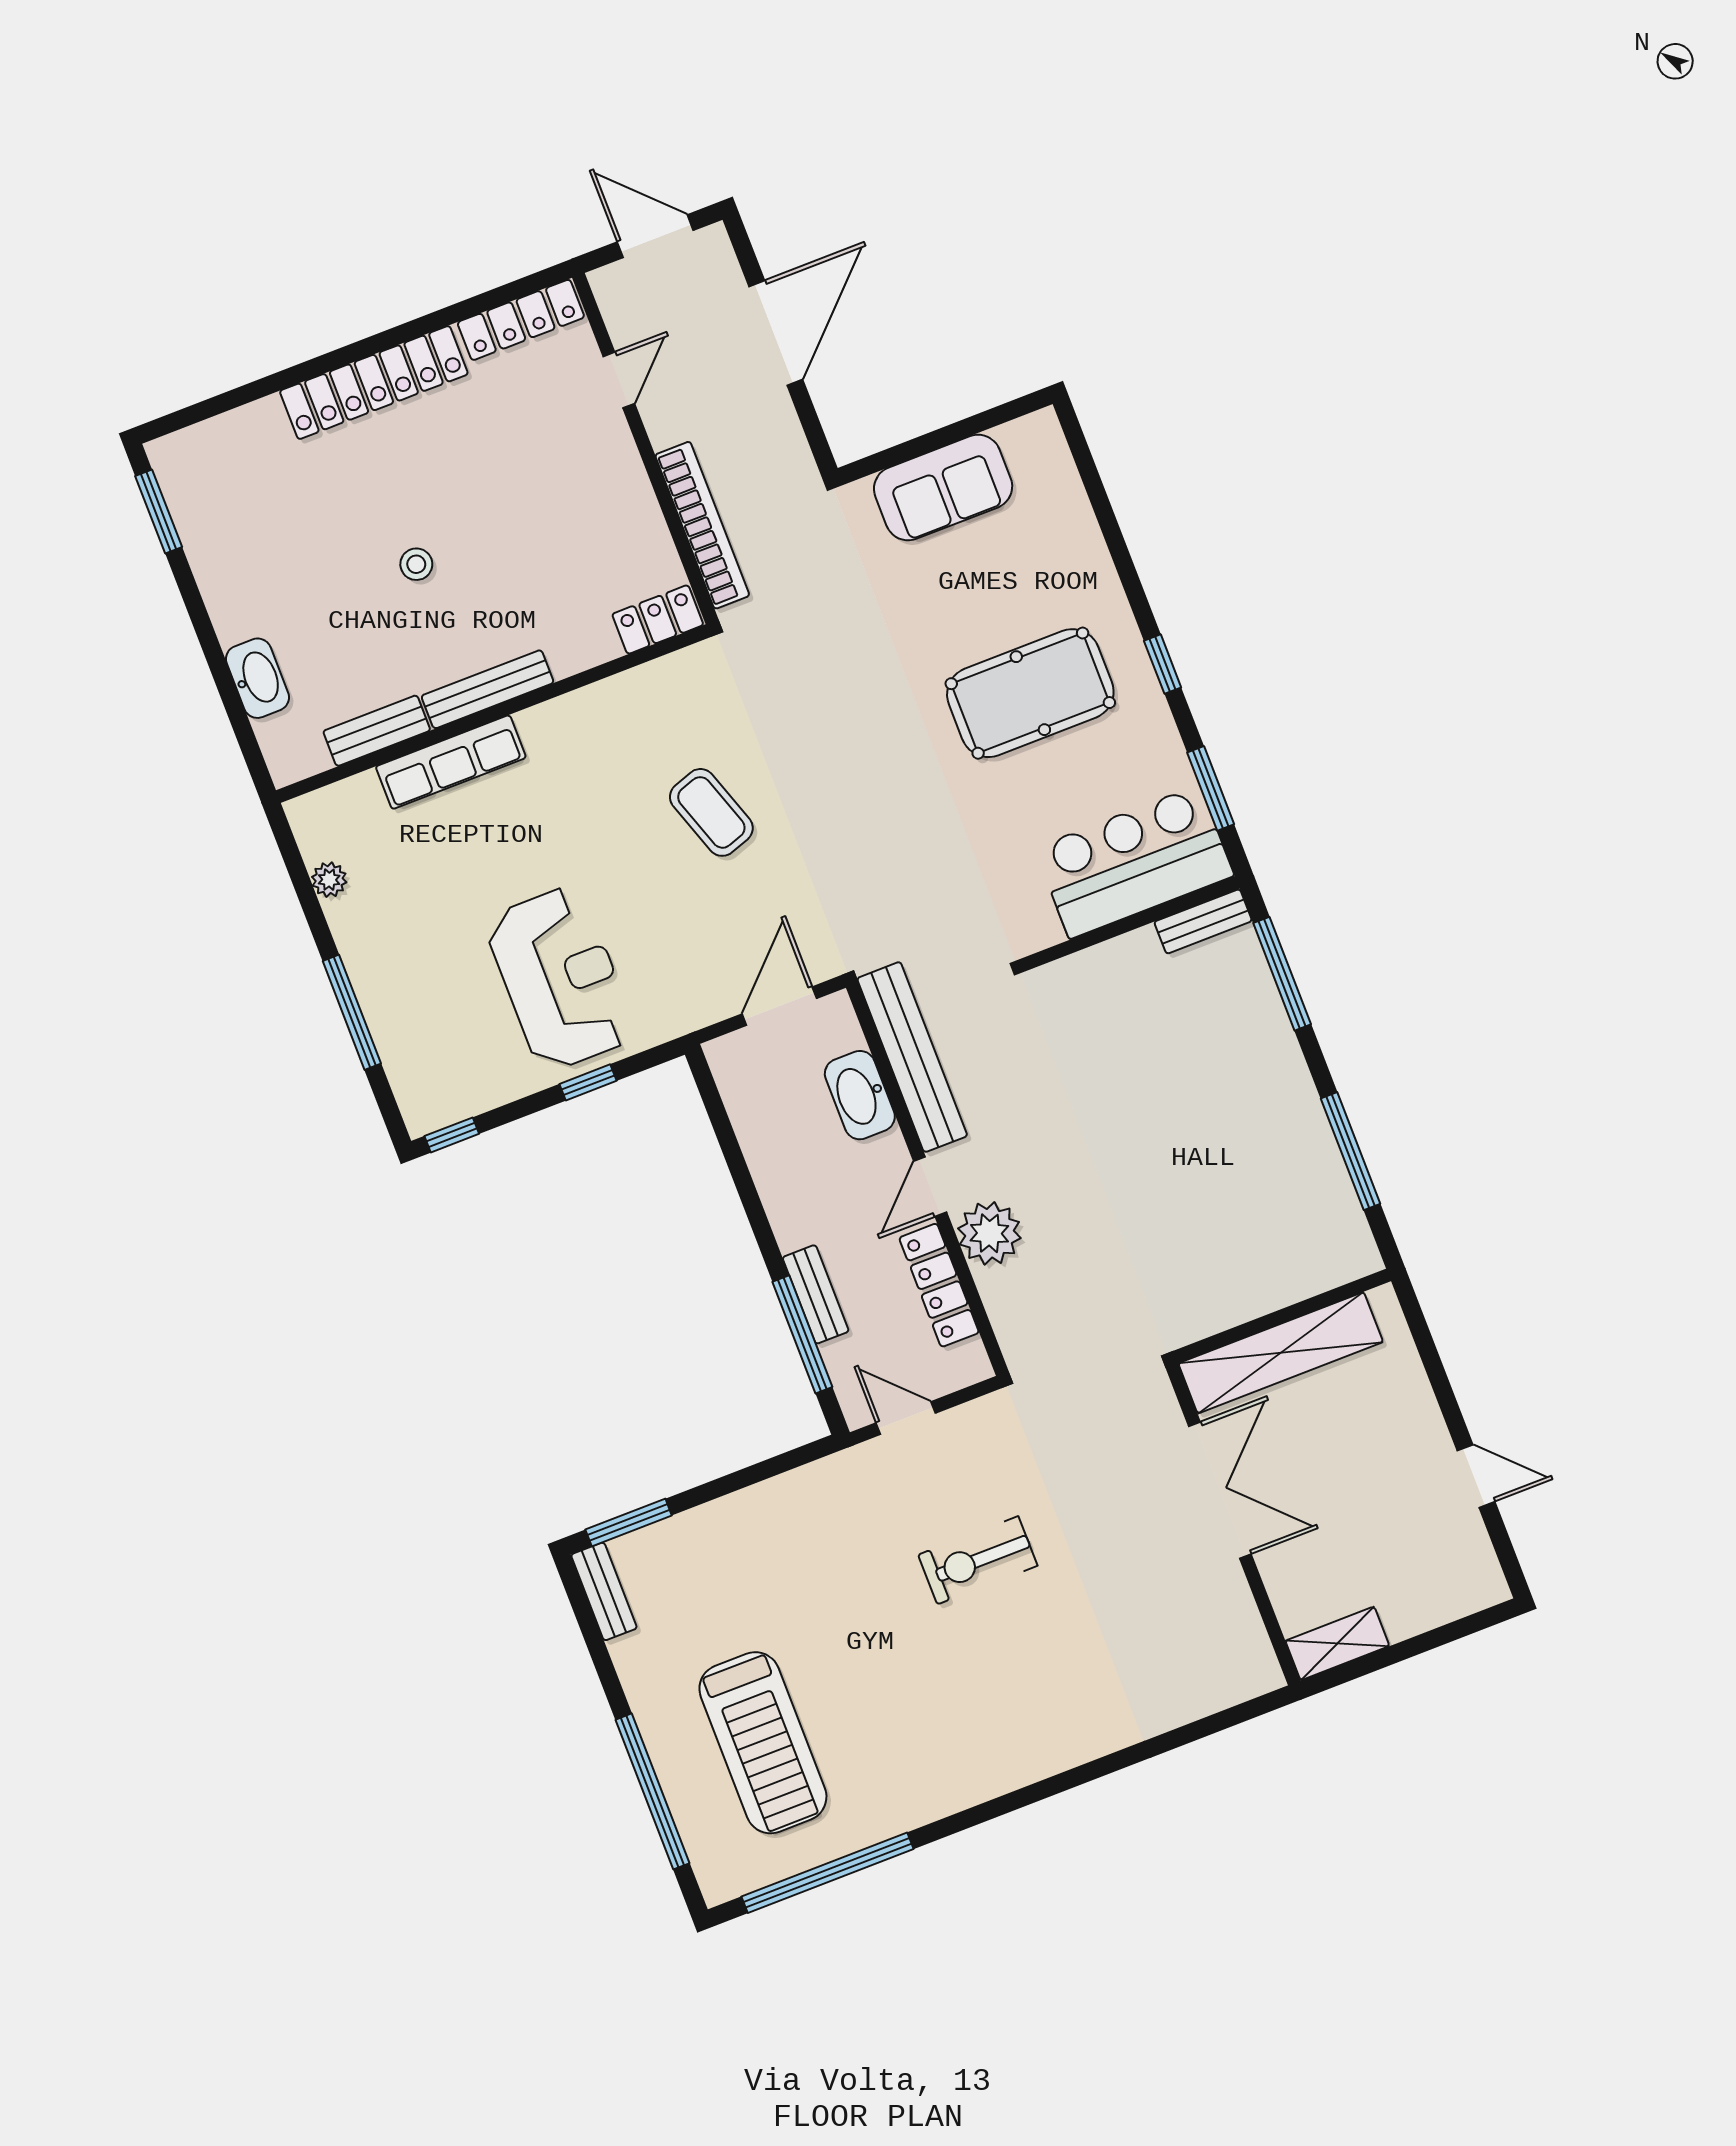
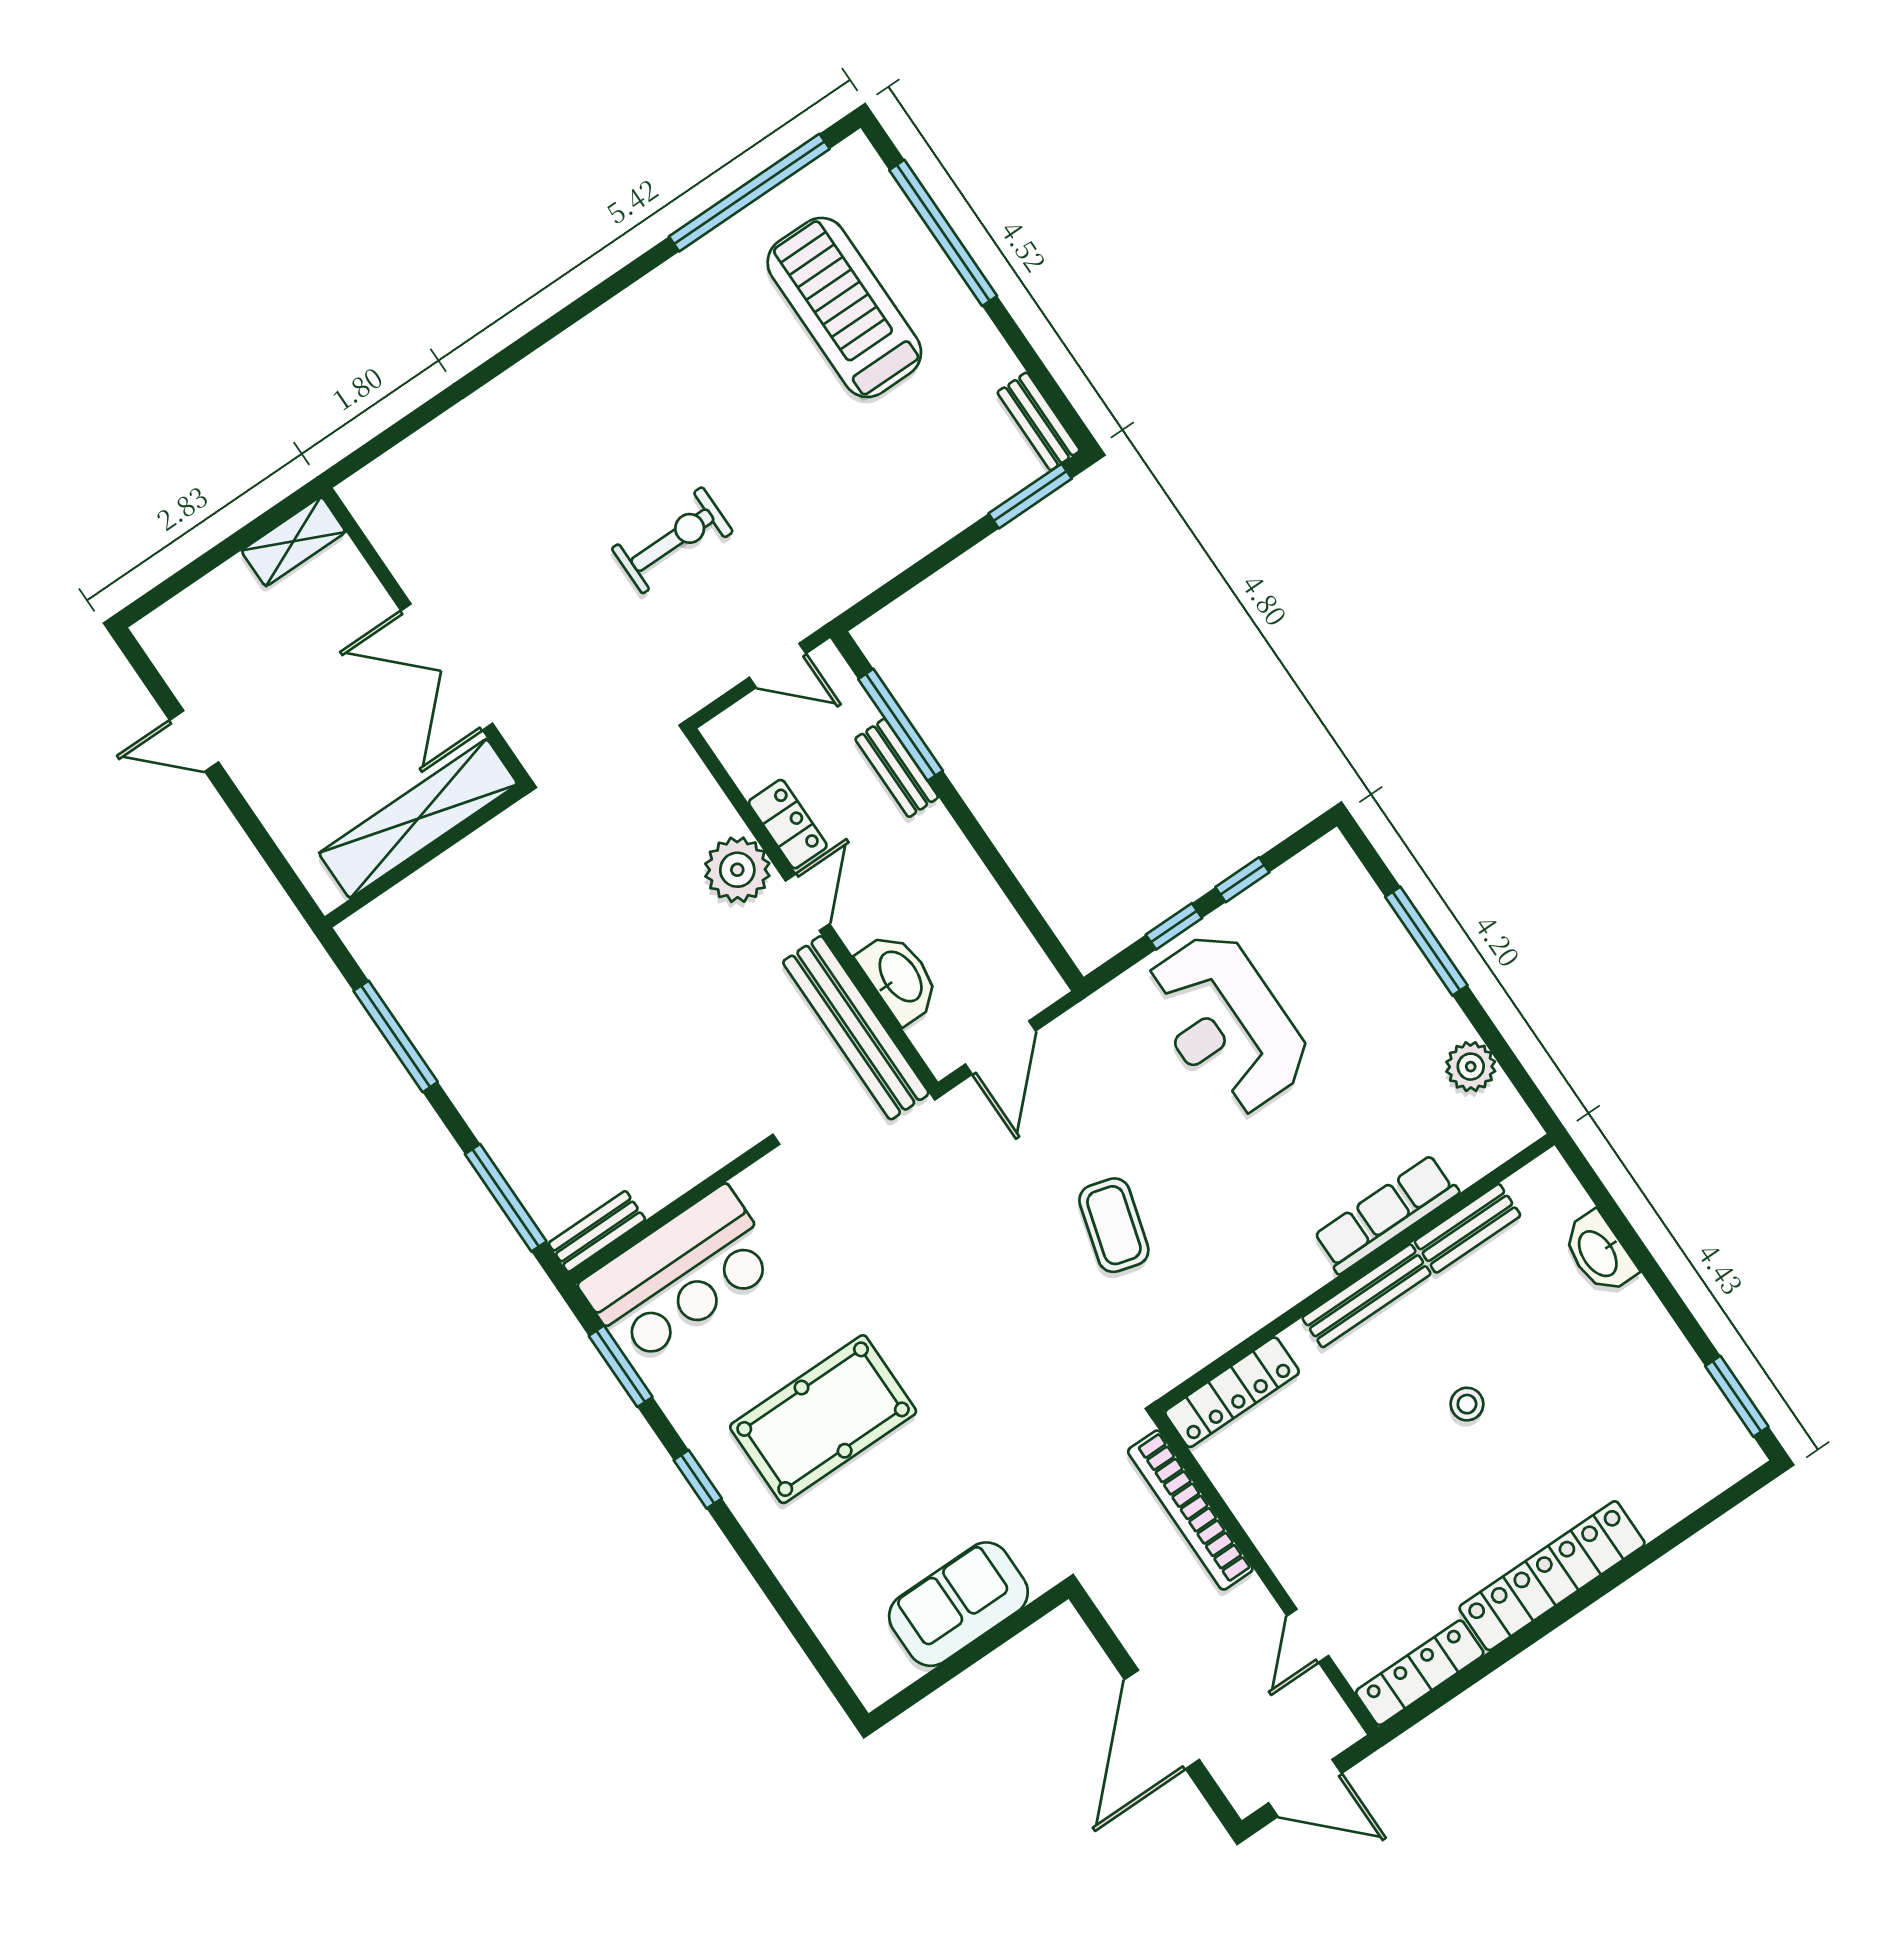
locker: (658, 620) -> (1232, 1392), width x1.53
coffee table: (711, 812) -> (1114, 1225), turned 35
plant: (329, 880) -> (1471, 1067), width x1.38, depth x1.38
window: (452, 1135) -> (1242, 880), moved
locker: (939, 1285) -> (788, 824), width x0.66

